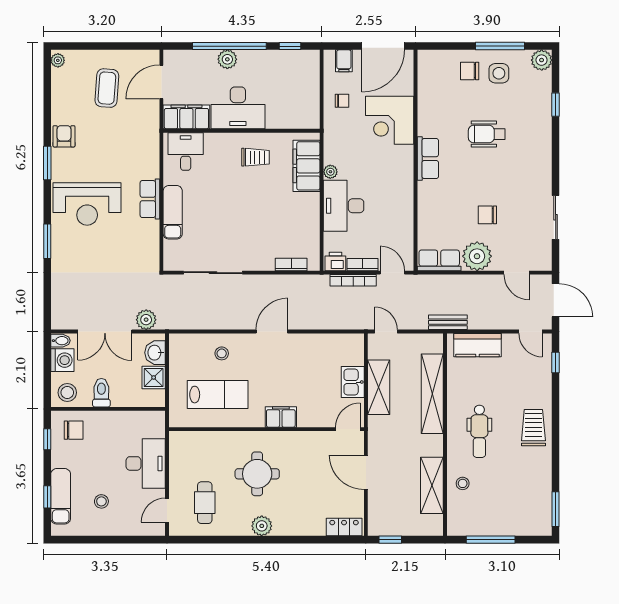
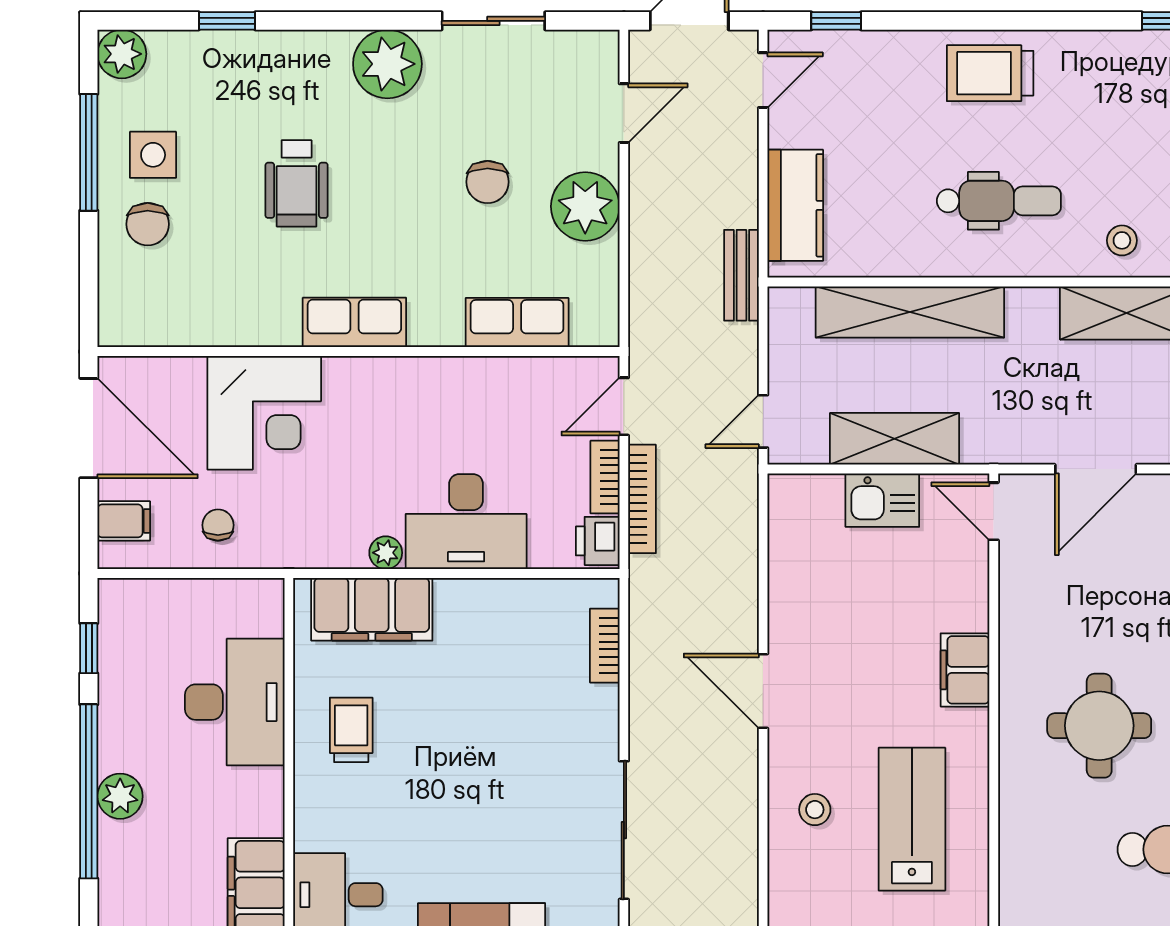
desk: (238, 108) -> (235, 702), moved
plant: (537, 172) -> (387, 64), added
row of seats: (439, 260) -> (517, 323), moved, turned 90

